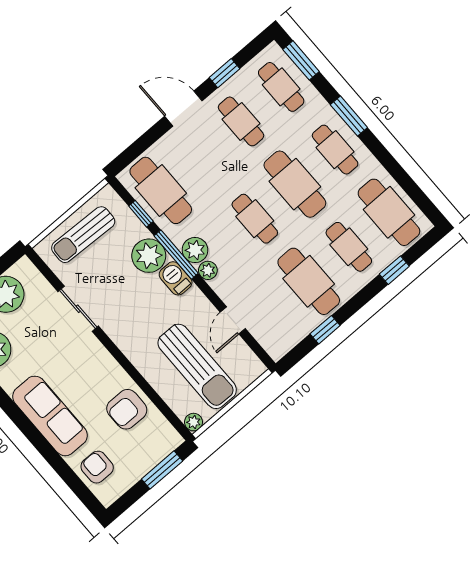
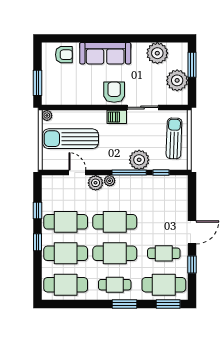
cafe table: (281, 87) -> (164, 285), width x1.37, depth x1.35
cafe table: (161, 190) -> (164, 190), removed
cafe table: (255, 219) -> (115, 222), width x1.37, depth x1.35
cafe table: (349, 247) -> (66, 253), width x1.37, depth x1.35
plant: (195, 250) -> (96, 183), moved
window: (394, 270) -> (37, 242), moved
barbecue: (176, 278) -> (117, 117), moved, turned 180
armchair: (127, 409) -> (114, 92), moved

